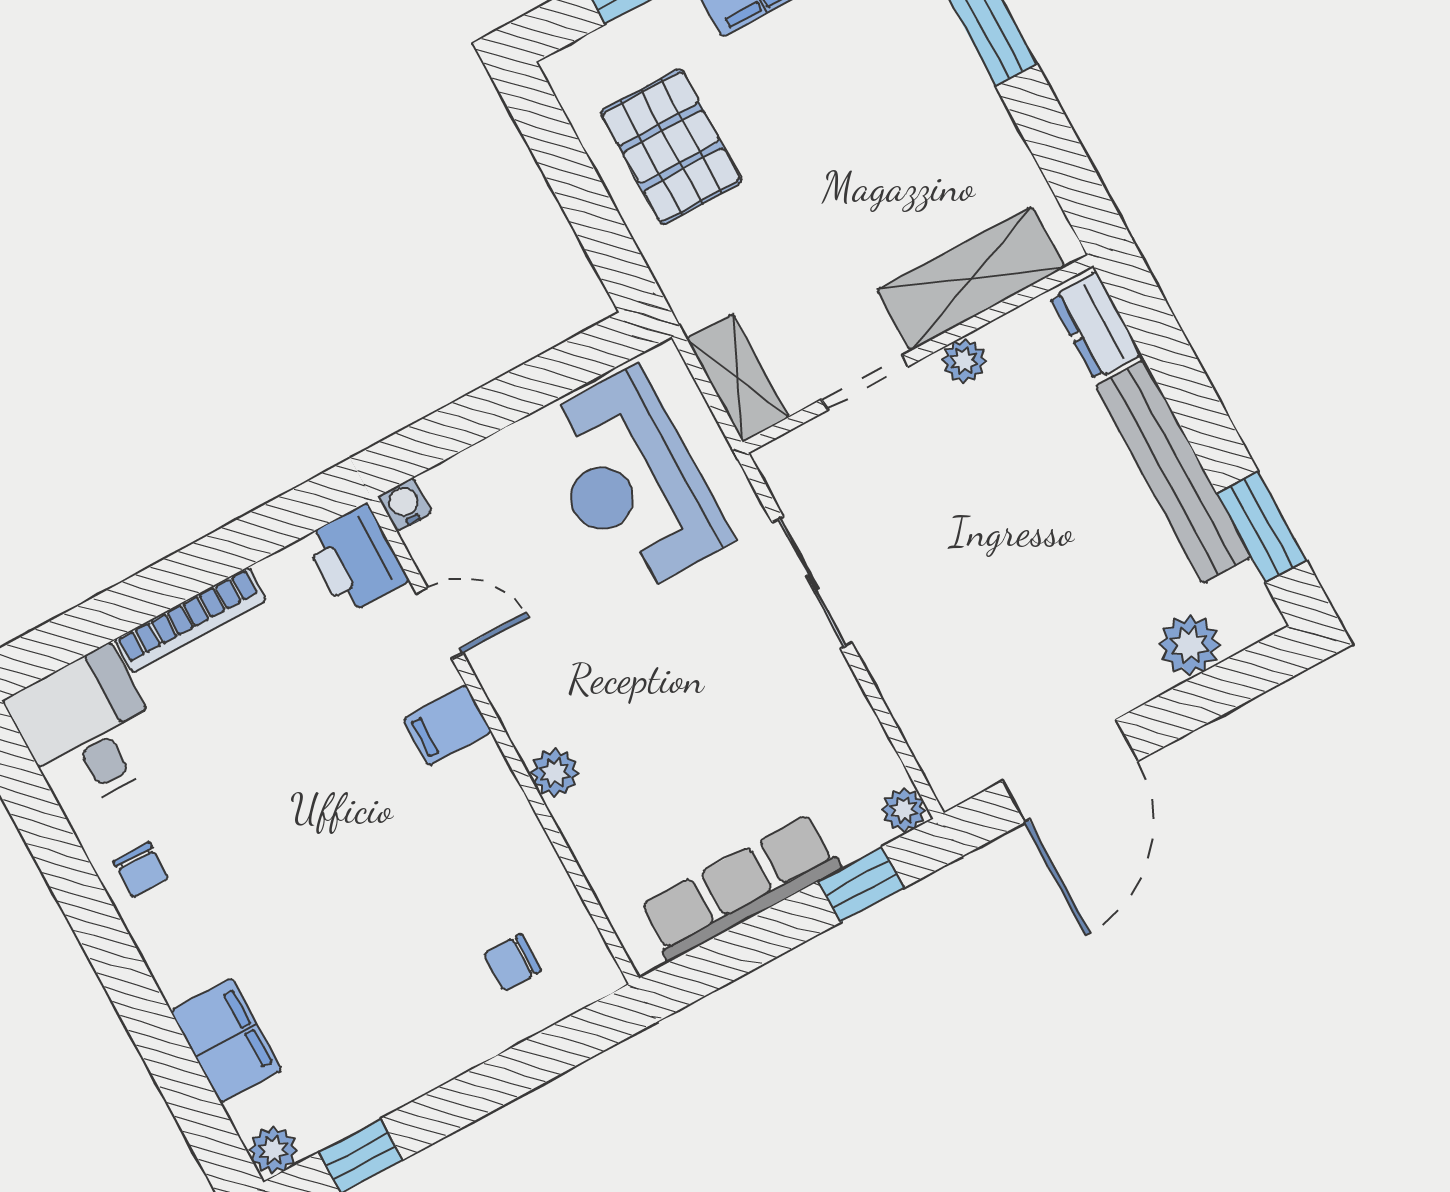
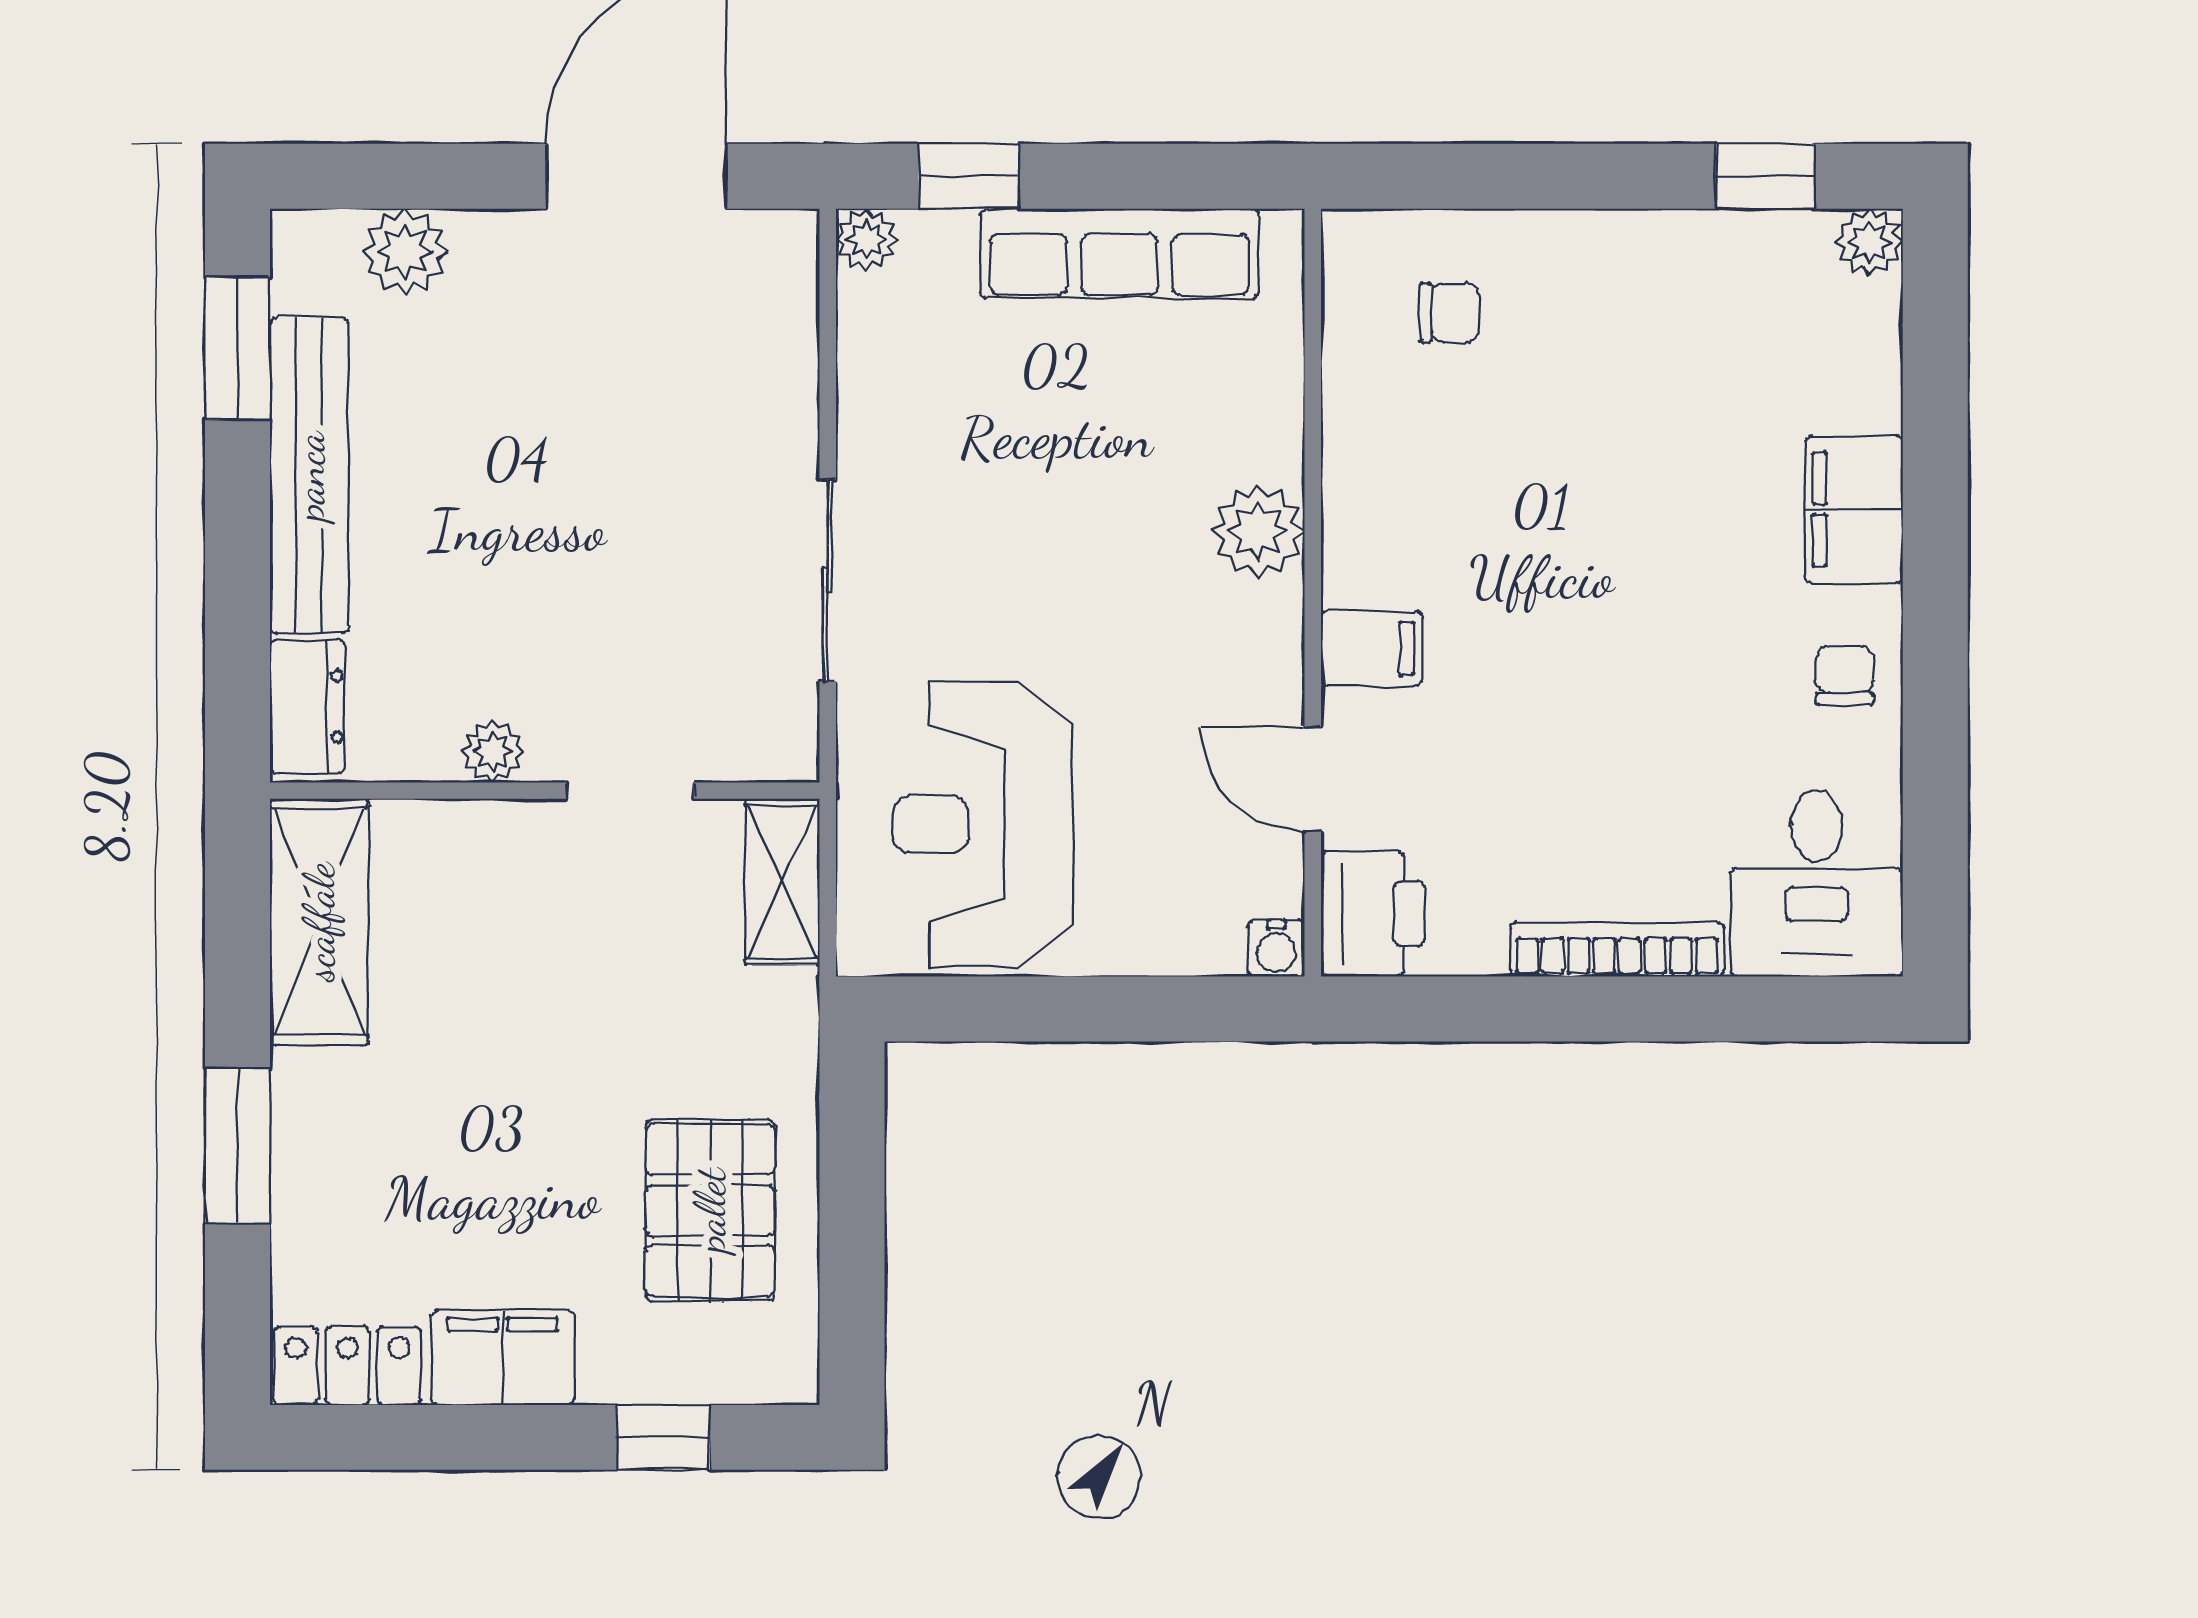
shelving: (971, 279) -> (319, 922), moved, turned 90
reception desk: (631, 482) -> (983, 824), turned 180
plant: (555, 772) -> (1258, 531), width x1.38, depth x1.38
filing cabinet: (226, 1040) -> (1854, 509), moved

